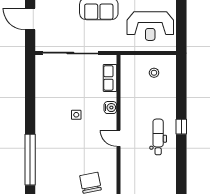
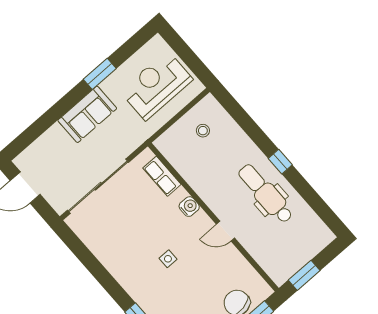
reception desk: (150, 26) -> (156, 86), turned 180
side table: (76, 115) -> (168, 259), moved
dental chair: (158, 137) -> (266, 194), width x1.36, depth x1.38

